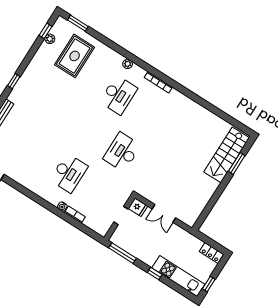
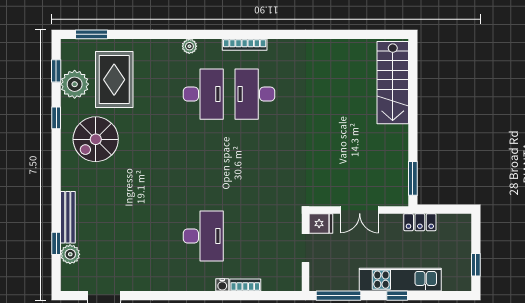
plant: (50, 39) -> (75, 84), width x1.87, depth x1.87
window: (14, 81) -> (56, 118), moved
spiral stairs: (44, 82) -> (96, 139), added
desk: (122, 152) -> (255, 94), moved
window: (237, 163) -> (413, 178), moved
locker: (211, 253) -> (420, 222), moved
kitchen unit: (178, 276) -> (400, 280), moved

